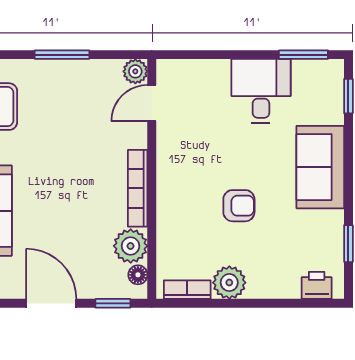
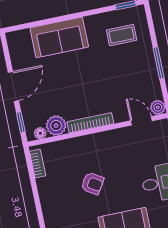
armchair: (239, 206) -> (92, 183), turned -58
plant: (229, 283) -> (47, 187), removed

